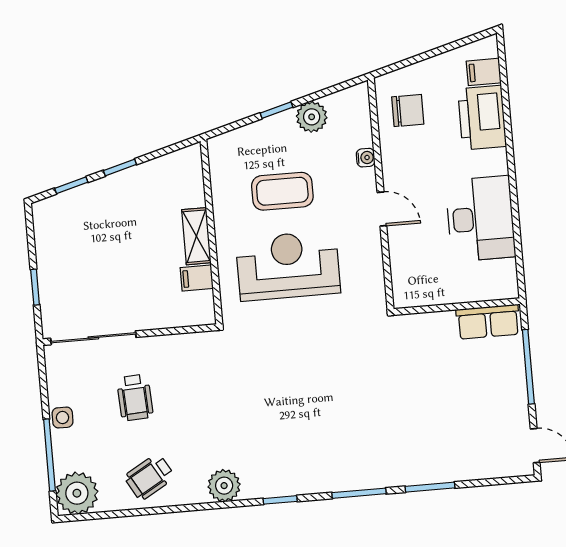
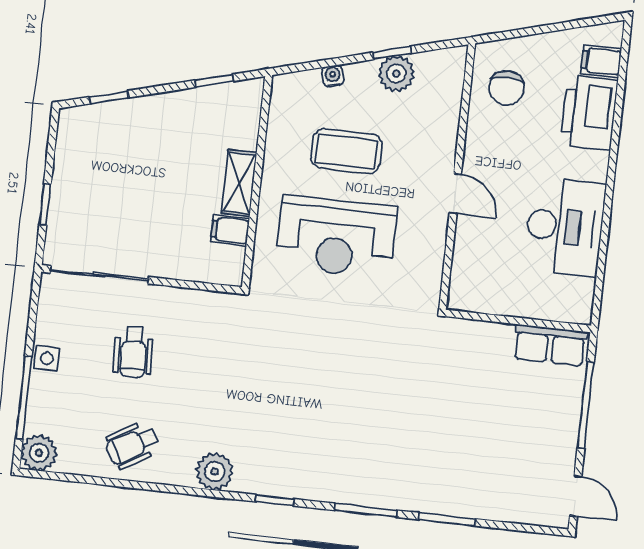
window: (277, 110) -> (392, 53), moved
chair: (408, 110) -> (507, 88), turned 90
water cooler: (366, 158) -> (333, 76), moved, turned -105
window: (120, 167) -> (214, 81), moved
reception desk: (288, 266) -> (336, 237), turned 180
plant: (77, 493) -> (39, 453), width x0.73, depth x0.73

